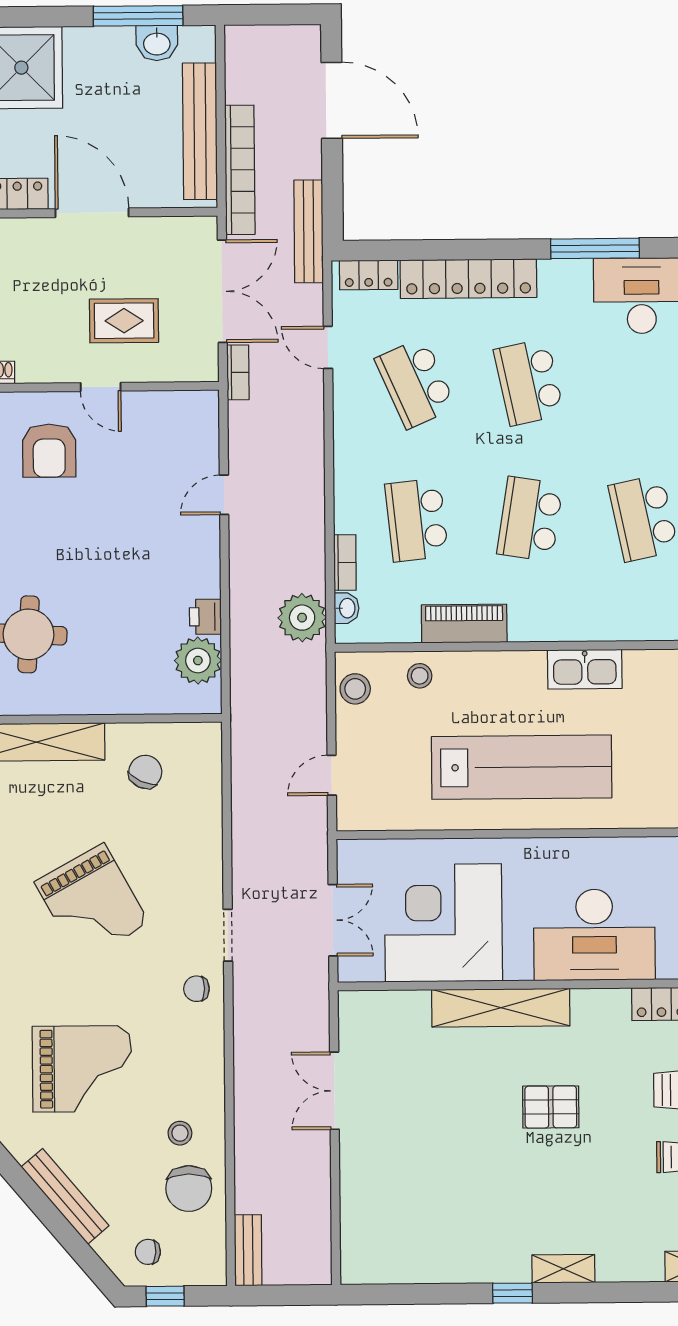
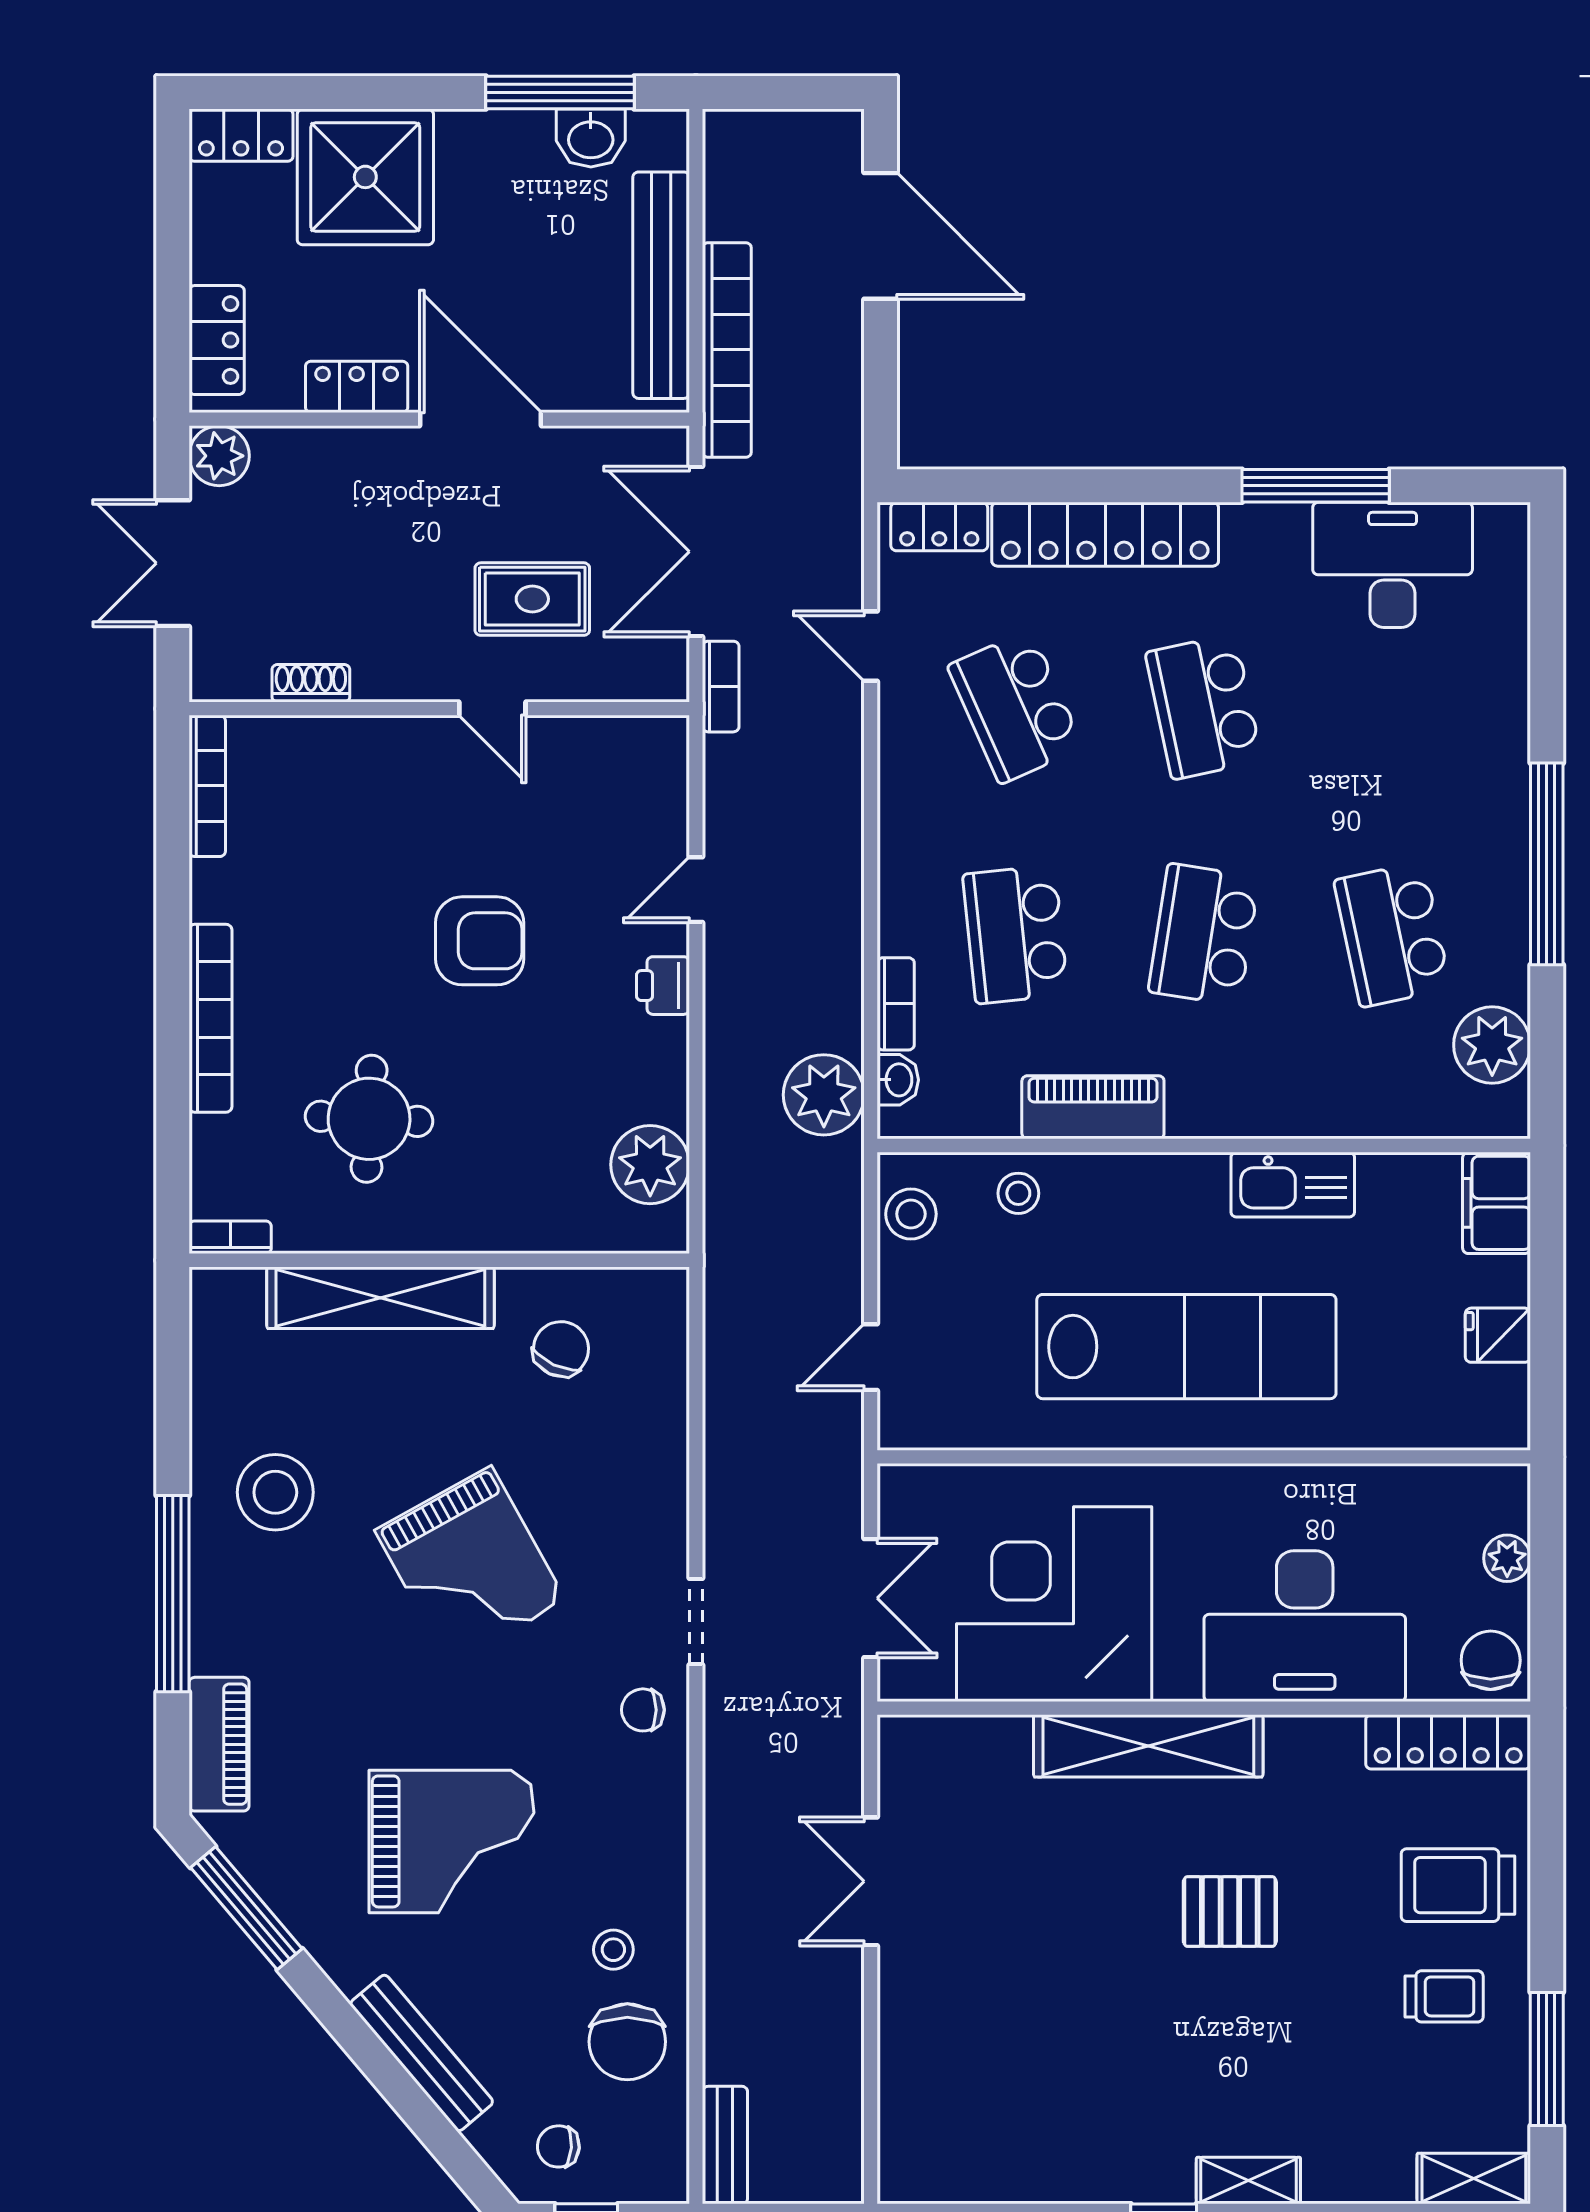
bench: (309, 231) -> (840, 453), removed
double door: (222, 291) -> (696, 552), swing flipped
armchair: (49, 451) -> (480, 941), moved, turned -90
printer: (205, 617) -> (663, 986), moved

